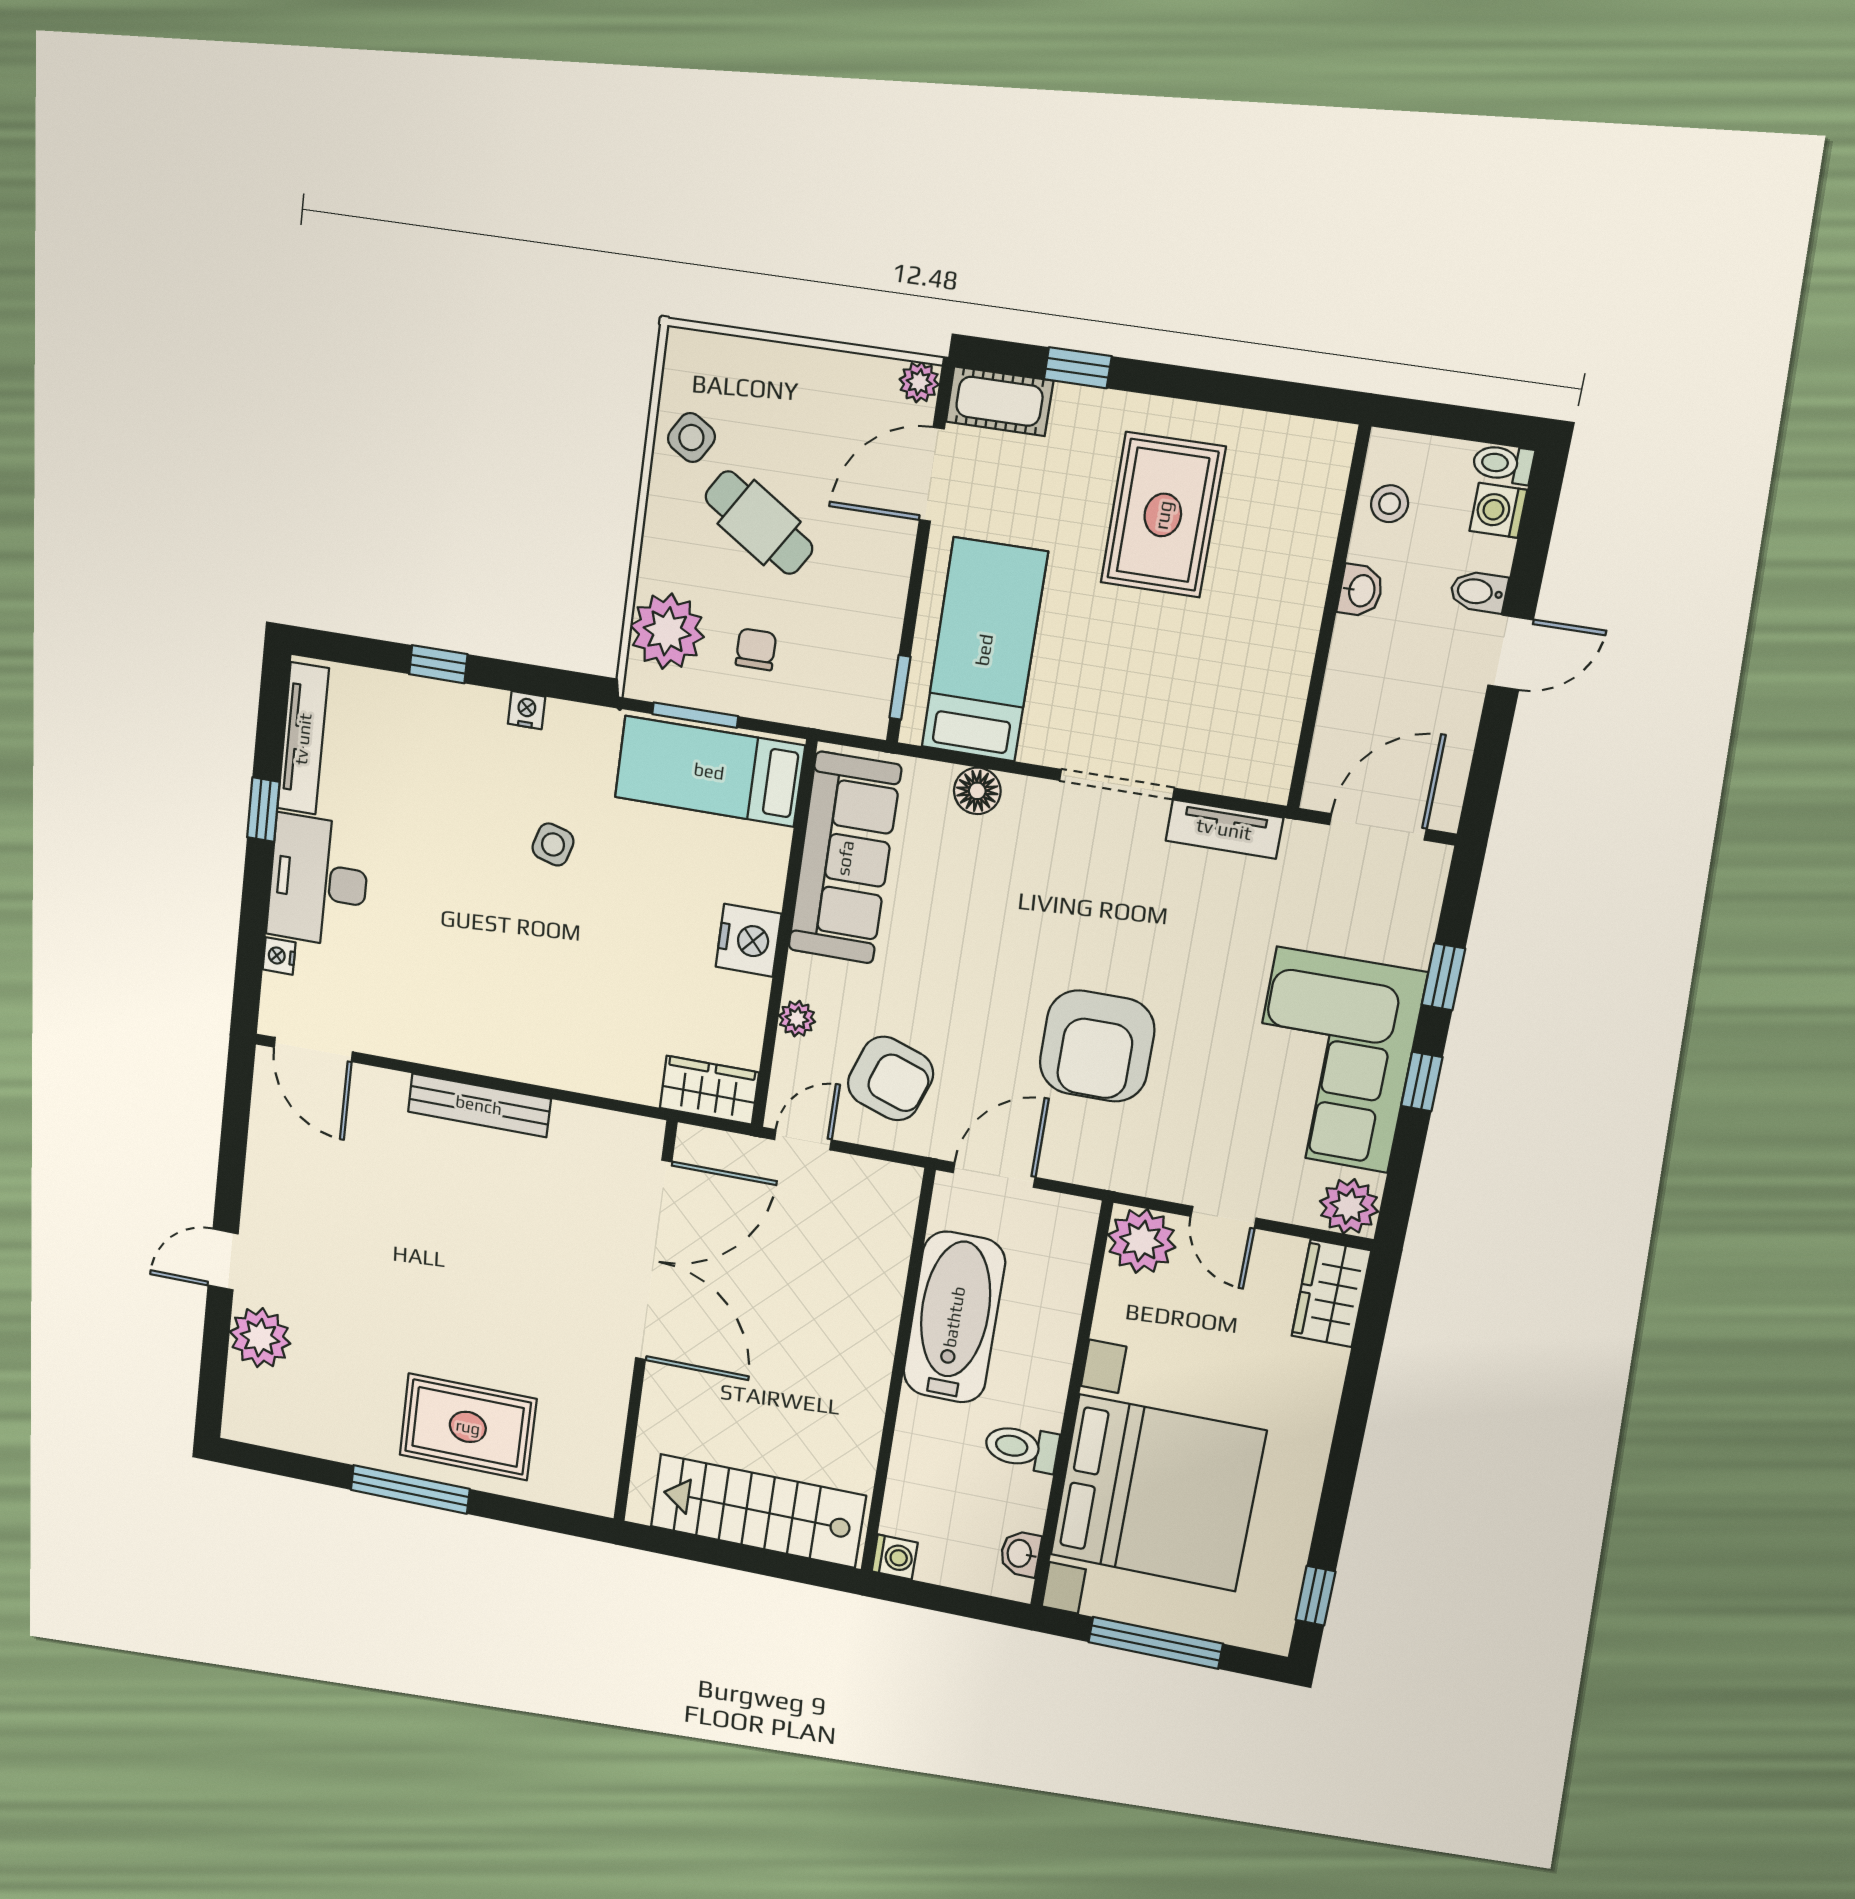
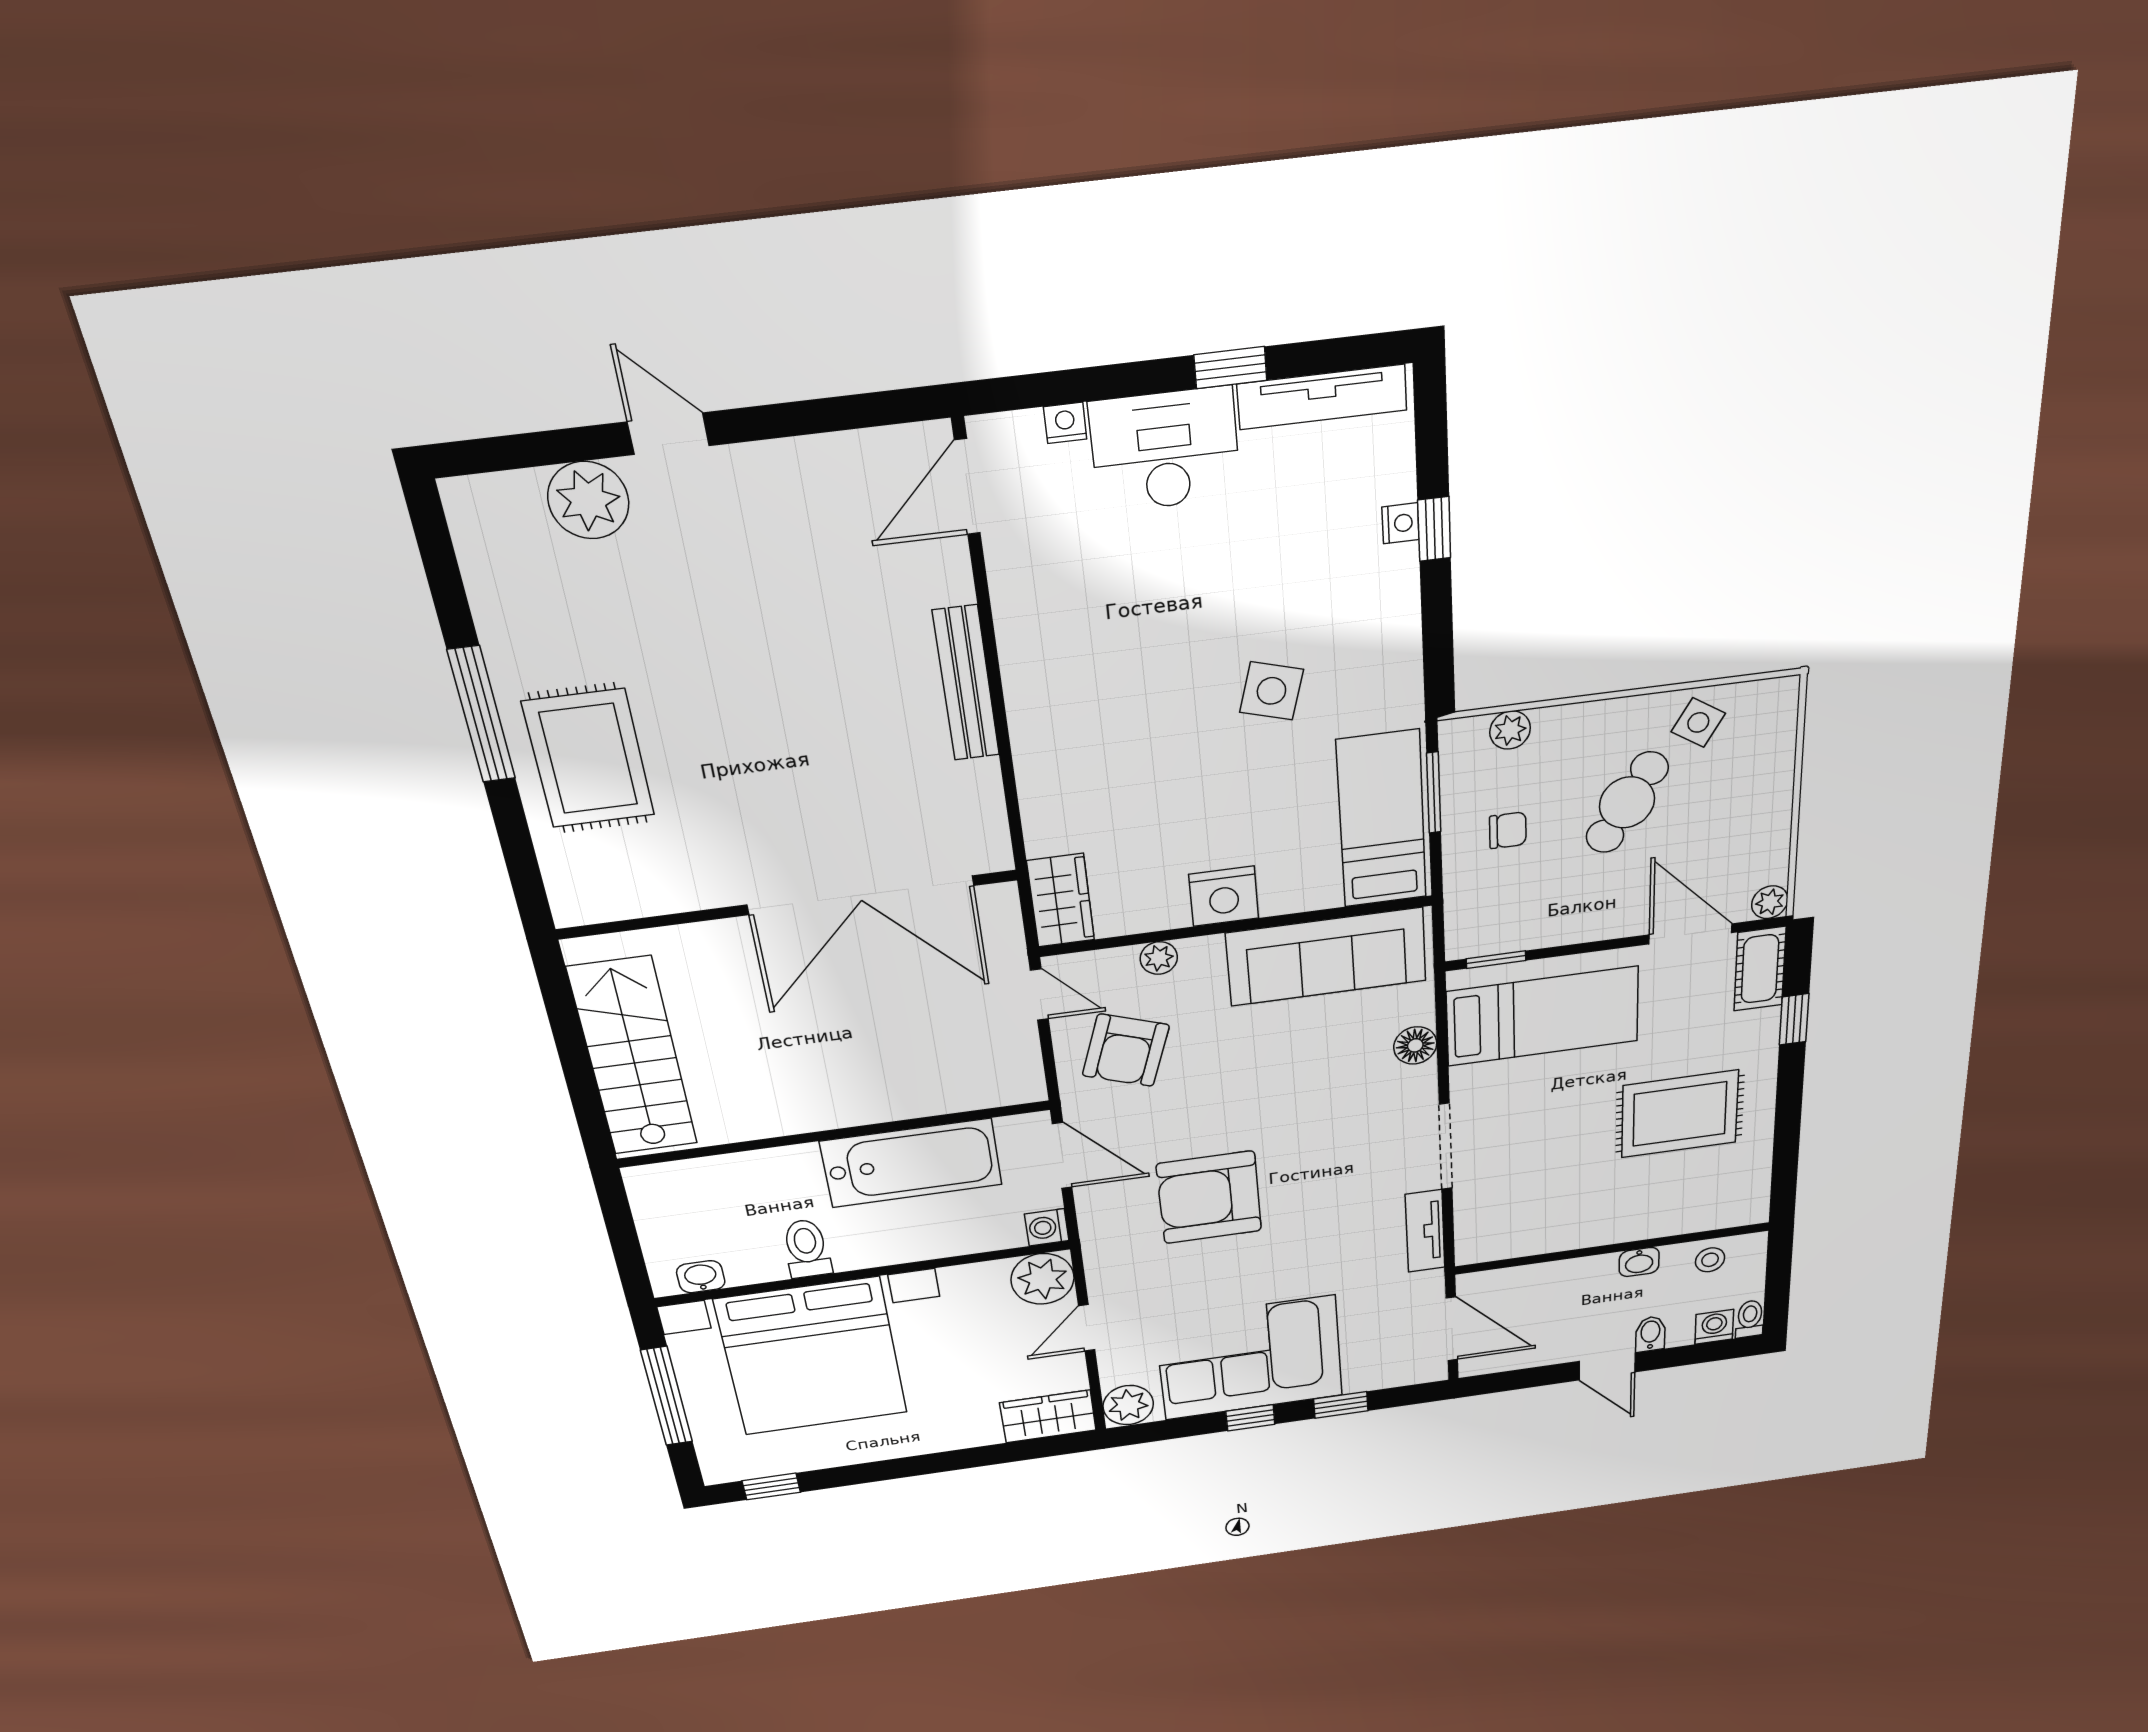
plant: (667, 631) -> (1510, 730), width x0.53, depth x0.53
nightstand: (527, 710) -> (1400, 523), moved
side table: (553, 844) -> (1271, 691), width x1.37, depth x1.37
washing machine: (895, 1557) -> (1047, 1227), moved, turned 90

